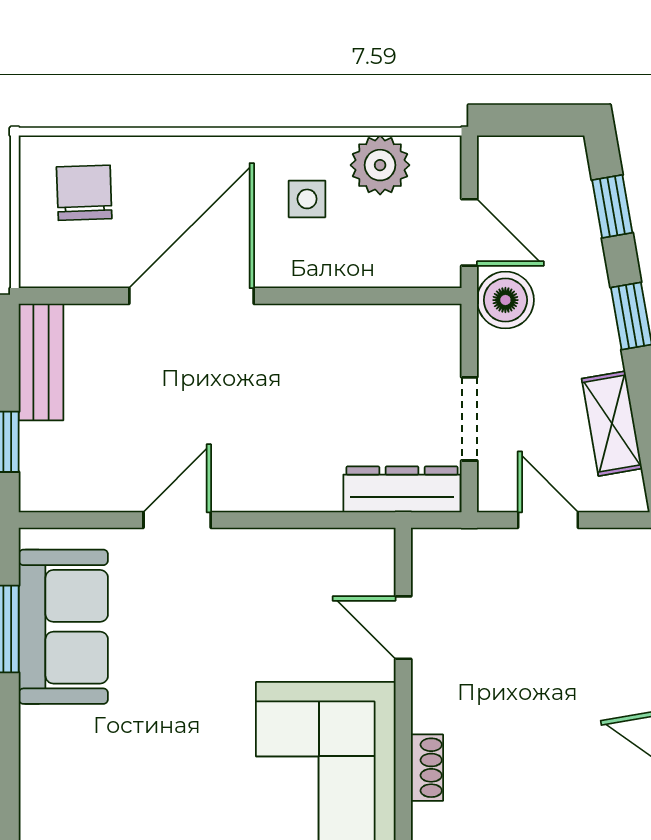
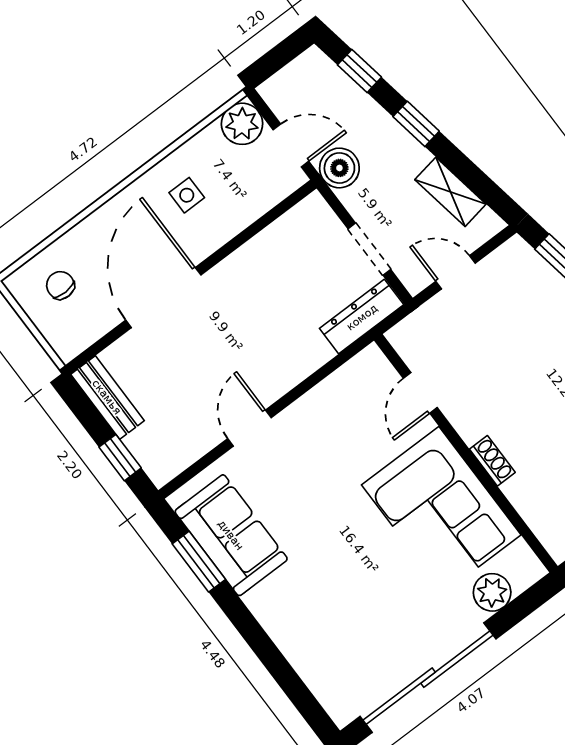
plant: (380, 165) -> (242, 124), moved
chair: (84, 193) -> (60, 285), width x0.73, depth x0.73
door: (403, 628) -> (420, 393), hinge flipped

